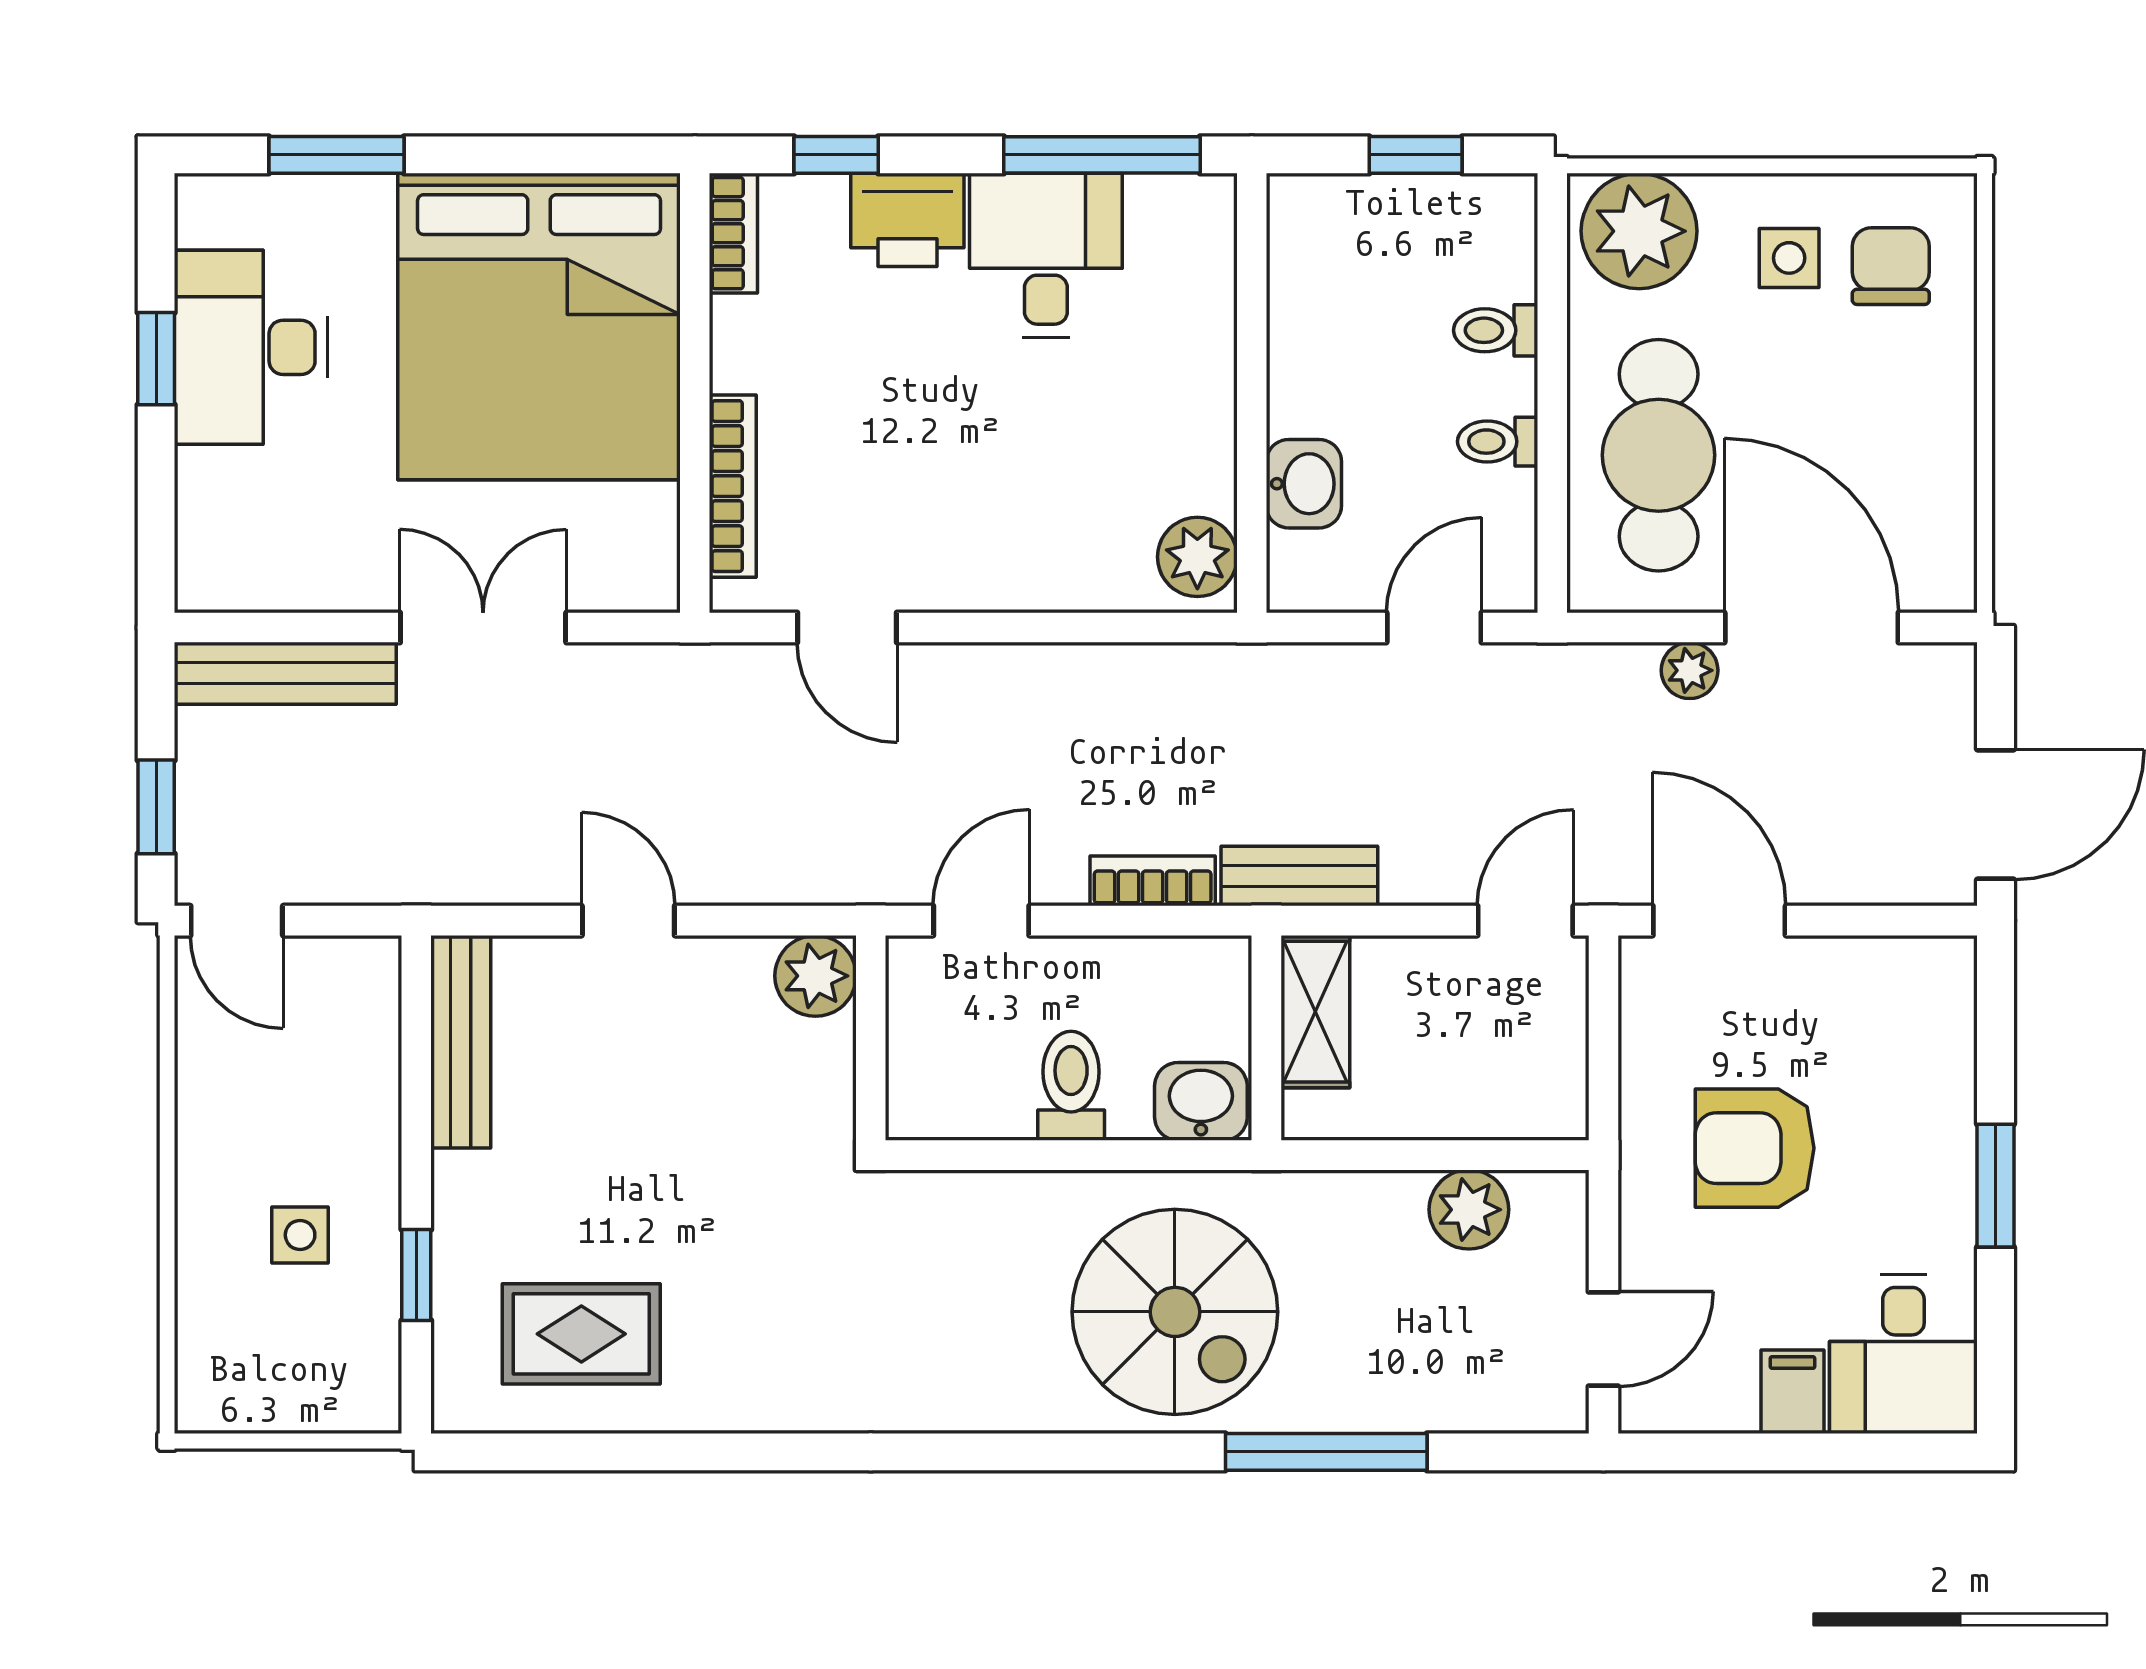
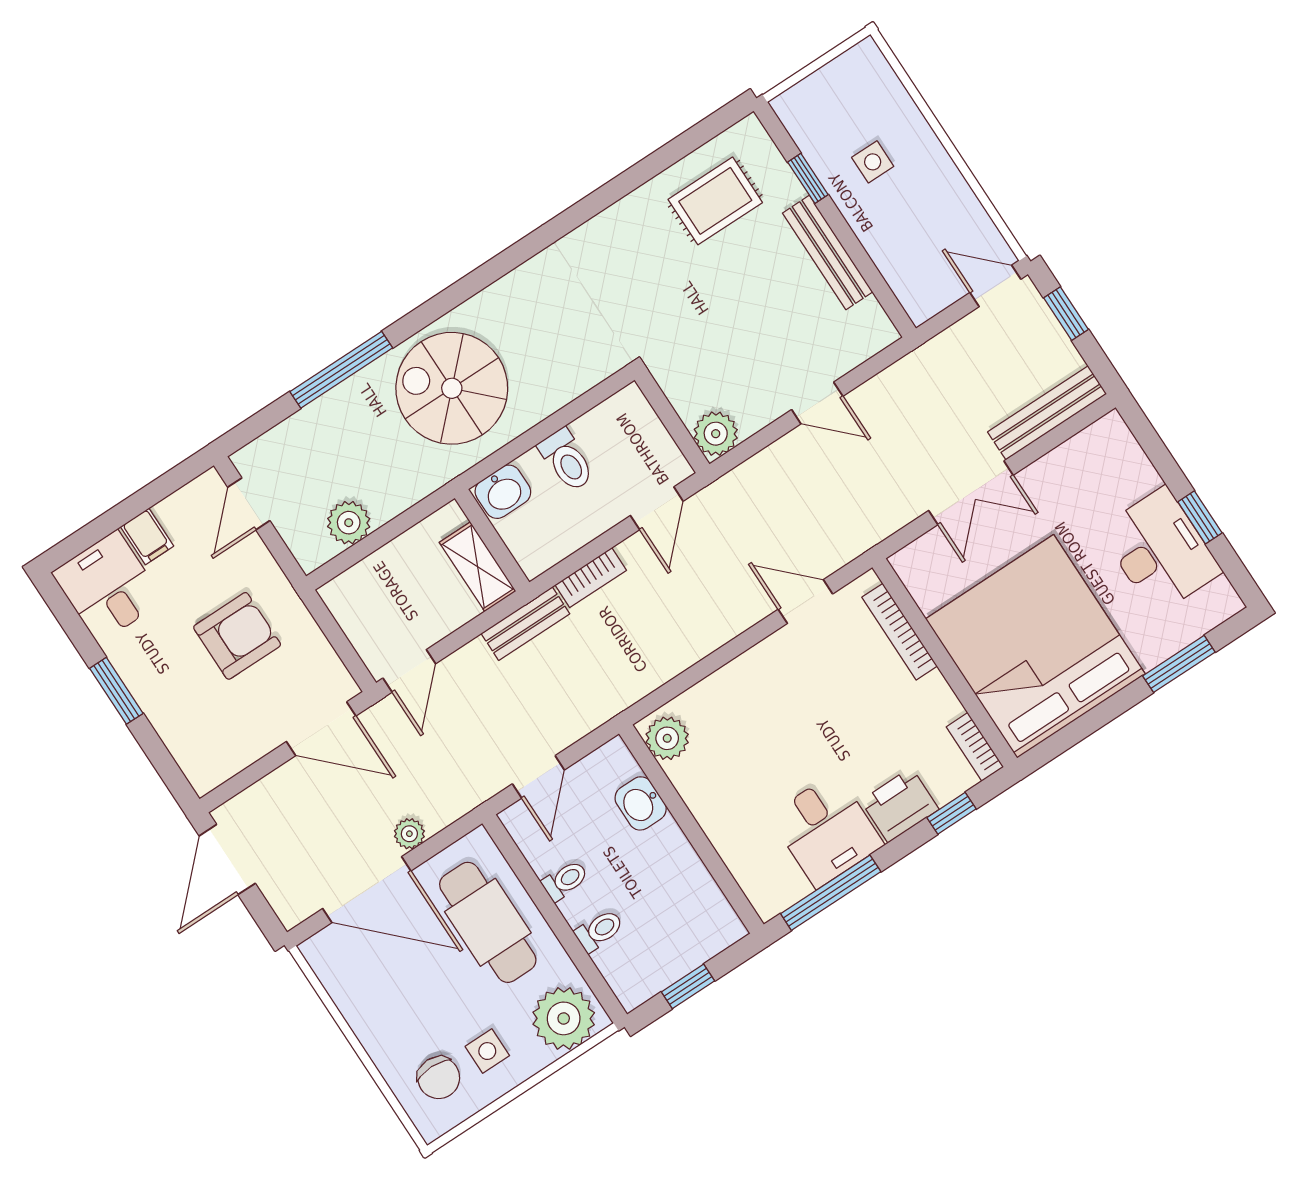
bench: (461, 1042) -> (828, 253), moved

